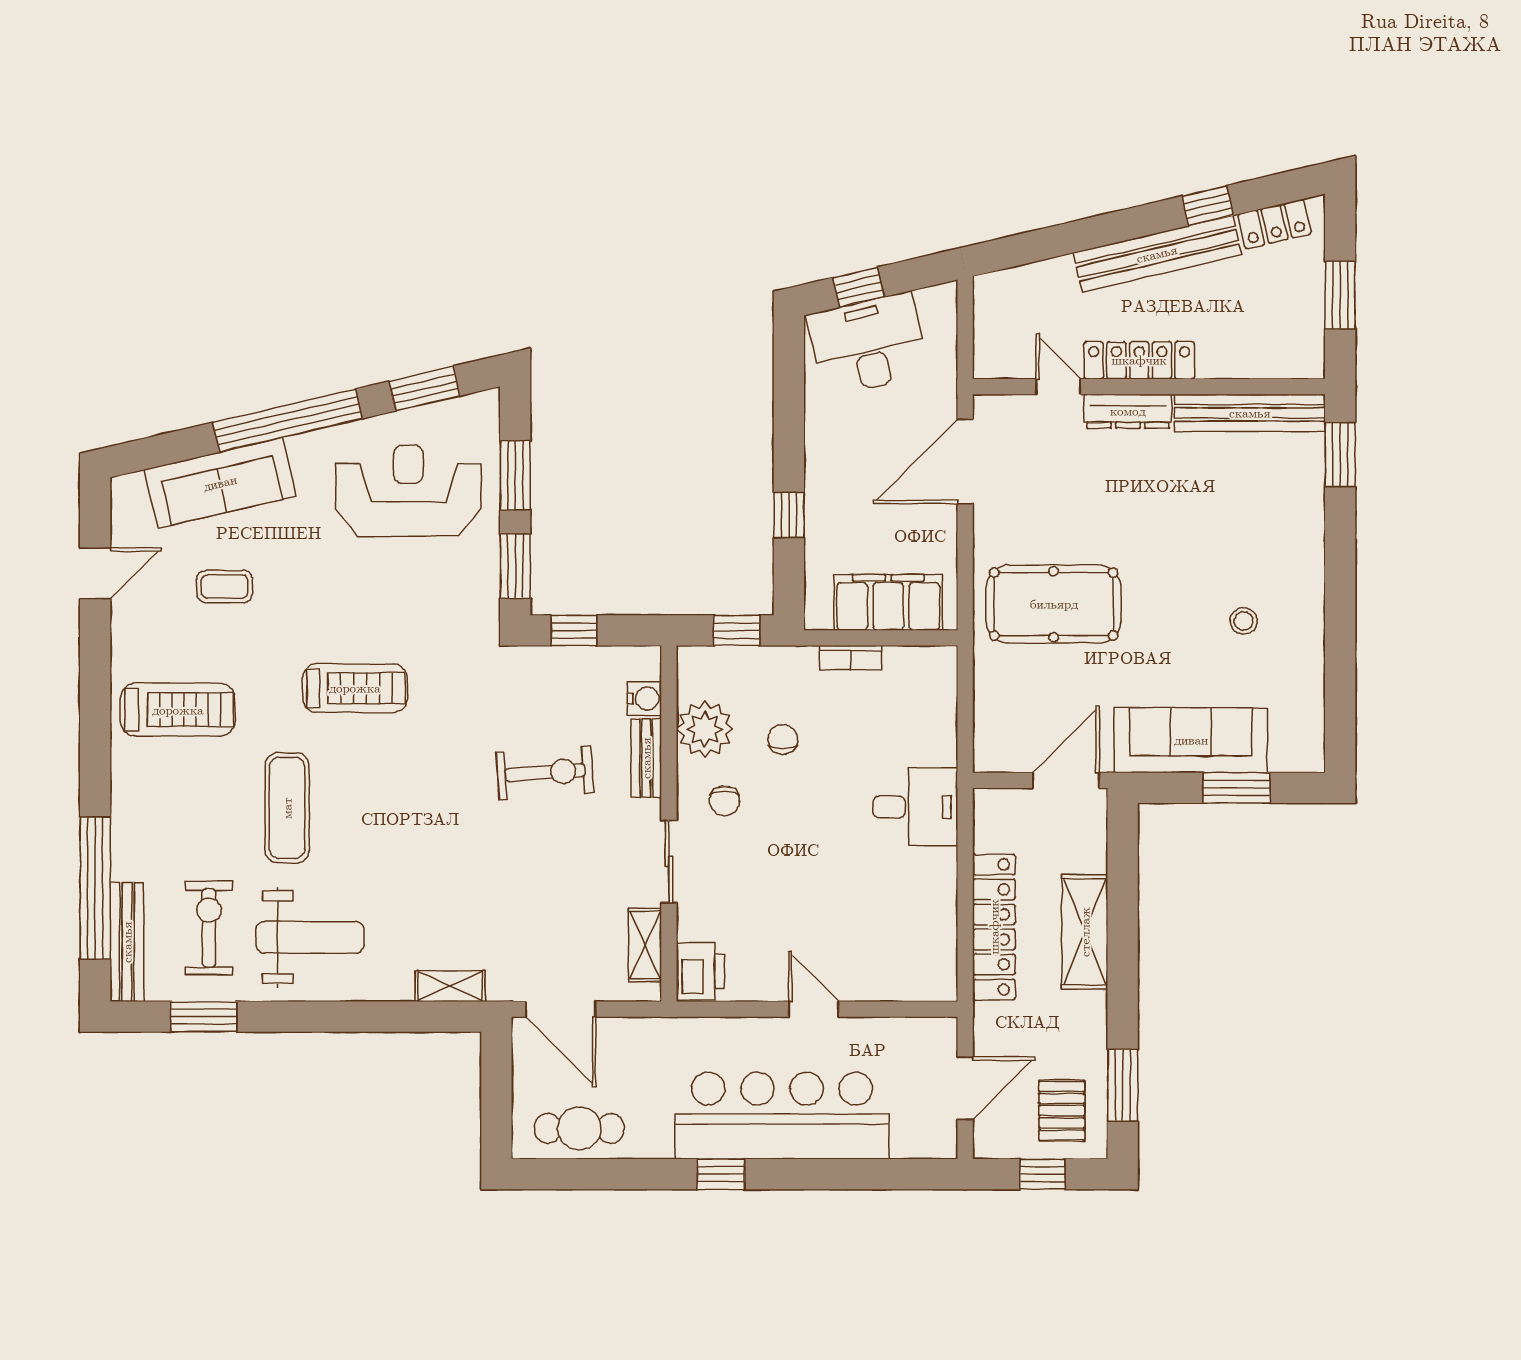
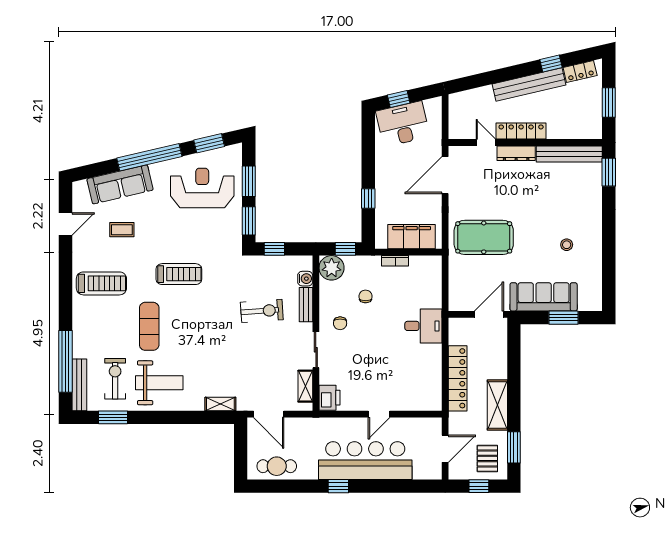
plant: (705, 729) -> (332, 268), moved
shelving: (1085, 932) -> (497, 405), moved
door: (814, 1009) -> (379, 414), swing flipped

